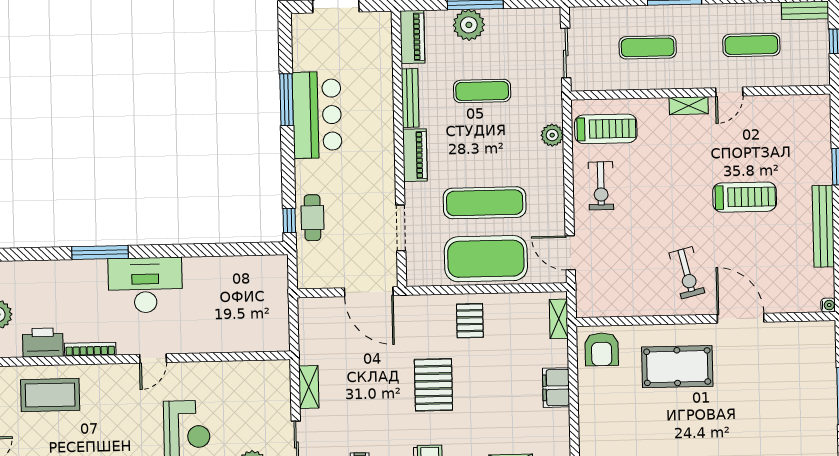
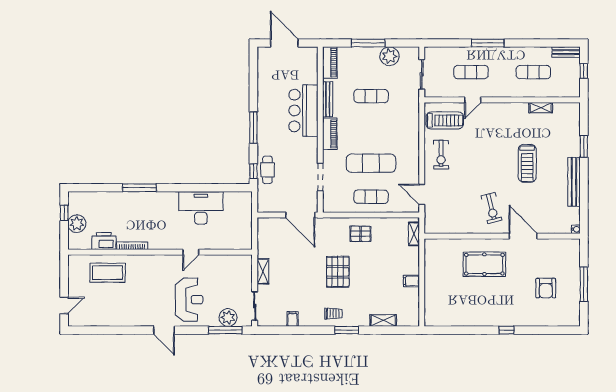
plant: (469, 25) -> (389, 56), moved
door: (729, 92) -> (473, 100), moved
window: (286, 100) -> (253, 128), moved
shelving: (689, 106) -> (541, 108), moved
bar counter: (317, 115) -> (303, 111), moved, turned 180
plant: (552, 135) -> (413, 123), removed
treadmill: (745, 197) -> (527, 163), turned 90
exercise mat: (486, 259) -> (371, 197), width x0.50, depth x0.69
desk: (145, 285) -> (201, 208), moved
pallet: (470, 321) -> (361, 234), turned 90
armchair: (602, 349) -> (546, 288), moved
door: (153, 358) -> (191, 252), moved
filing cabinet: (556, 388) -> (411, 281), width x0.50

